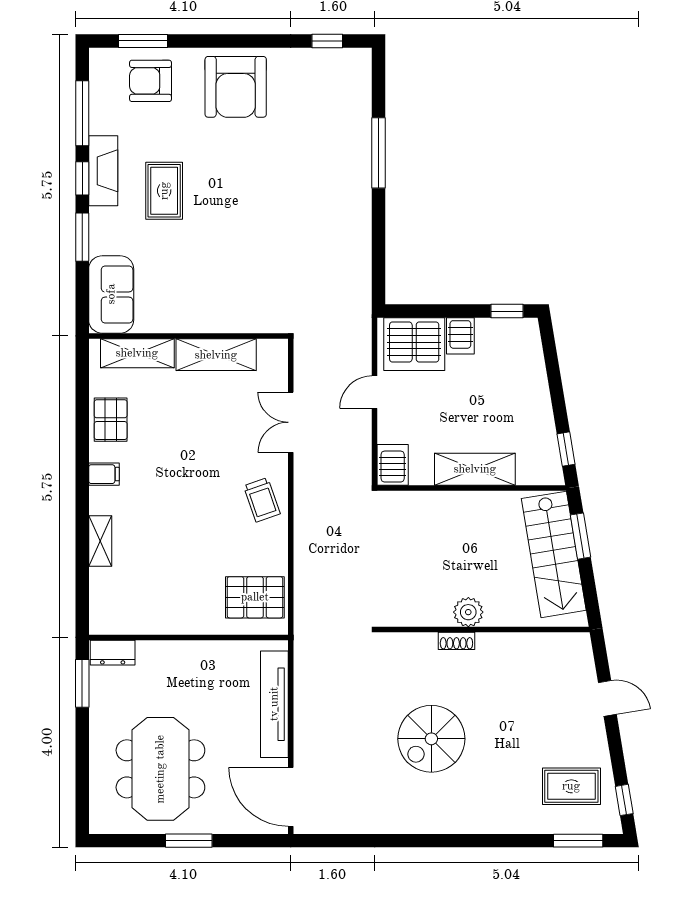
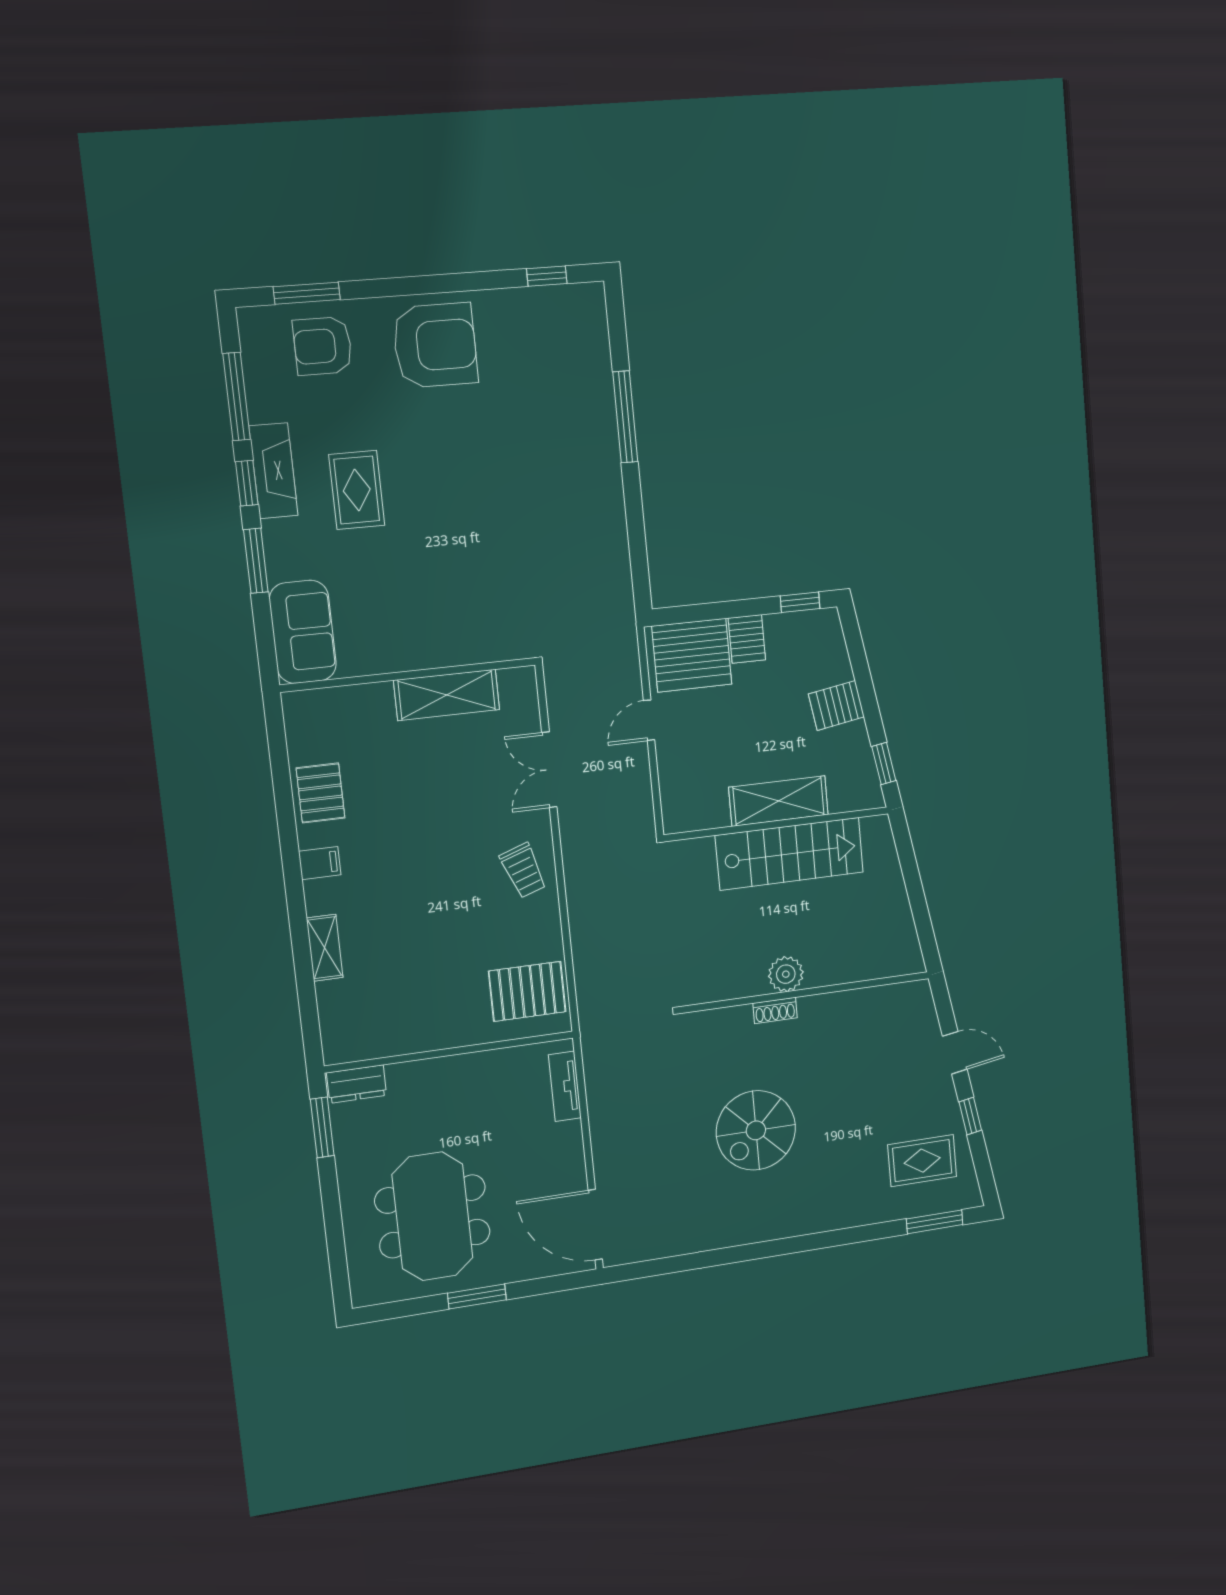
armchair: (236, 87) -> (435, 345), turned -90
shelving: (137, 353) -> (345, 704), removed
server rack: (393, 465) -> (836, 706), moved, turned -99
window: (580, 536) -> (909, 866), removed
stairs: (554, 554) -> (789, 854), moved, turned -81
tv unit: (274, 704) -> (565, 1086), width x0.52, depth x0.78
window: (624, 800) -> (970, 1116), moved

